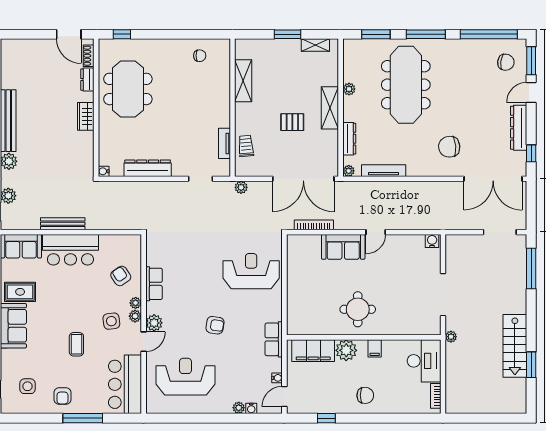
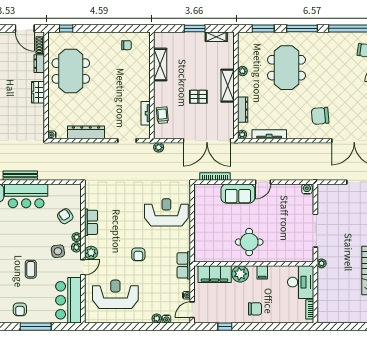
meeting table: (406, 85) -> (286, 68), width x0.73
armchair: (215, 325) -> (138, 254), turned 82

